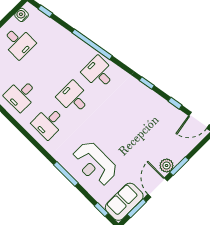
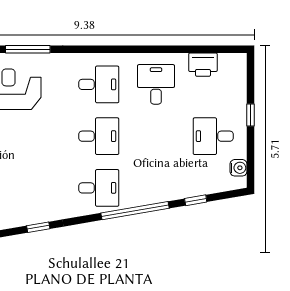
window: (45, 11) -> (196, 200), moved
desk: (49, 123) -> (99, 84), turned 90

